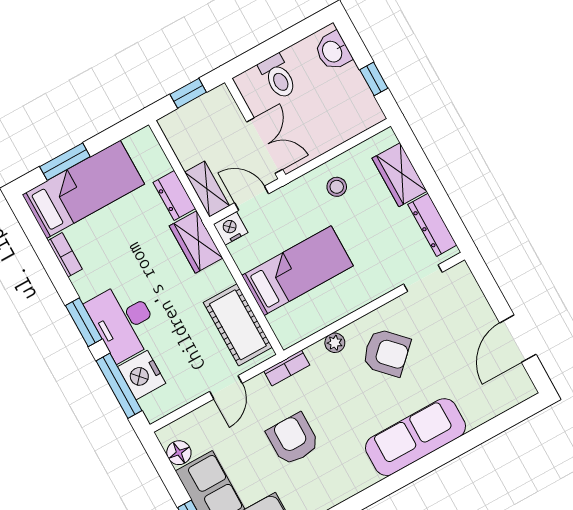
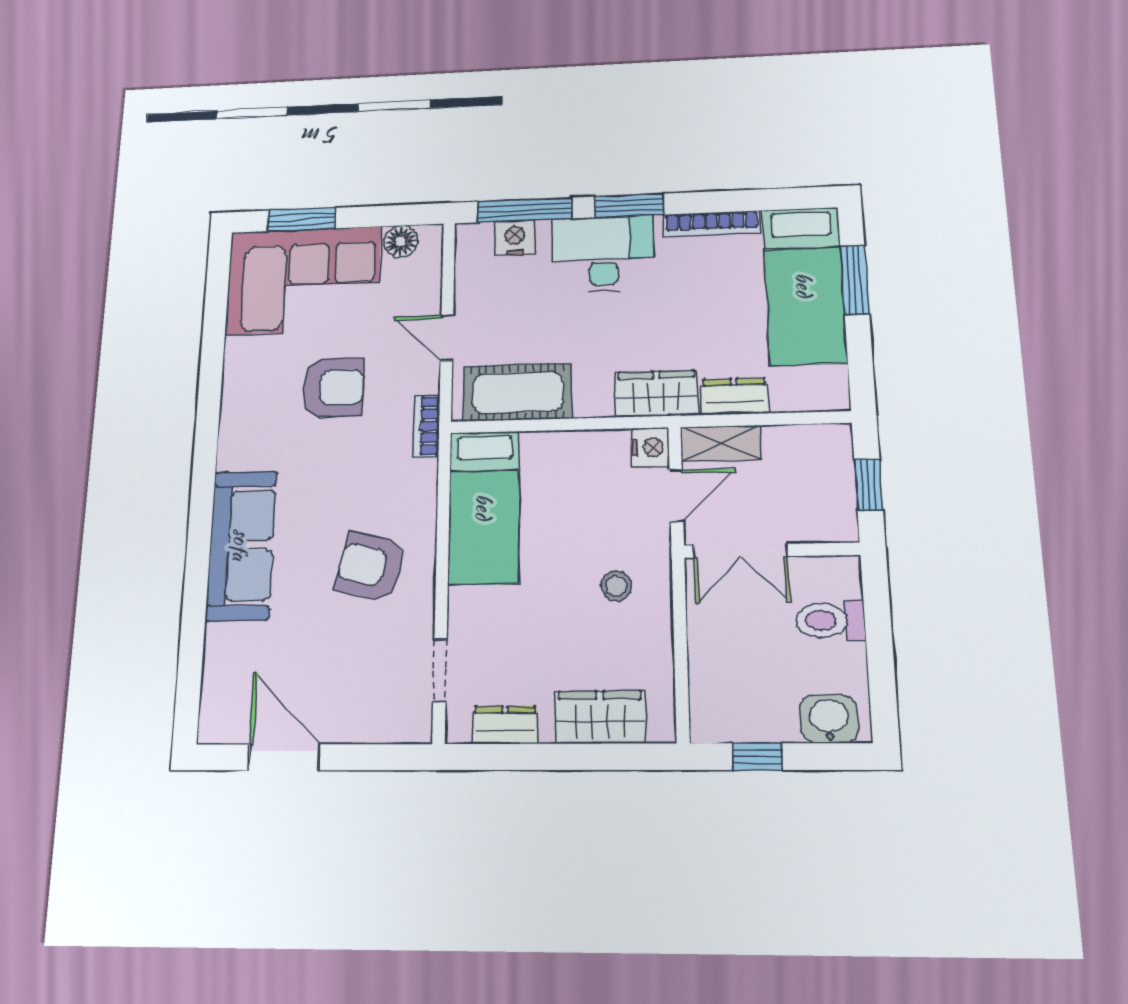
stool: (337, 187) -> (616, 586), moved
dresser: (432, 225) -> (505, 725), width x0.70
bookcase: (65, 255) -> (712, 224), width x1.56
bed: (298, 271) -> (484, 507), moved
plant: (335, 343) -> (423, 505), removed
armchair: (386, 353) -> (371, 566), turned 57
nightstand: (142, 375) -> (515, 238), width x0.74, depth x0.75

